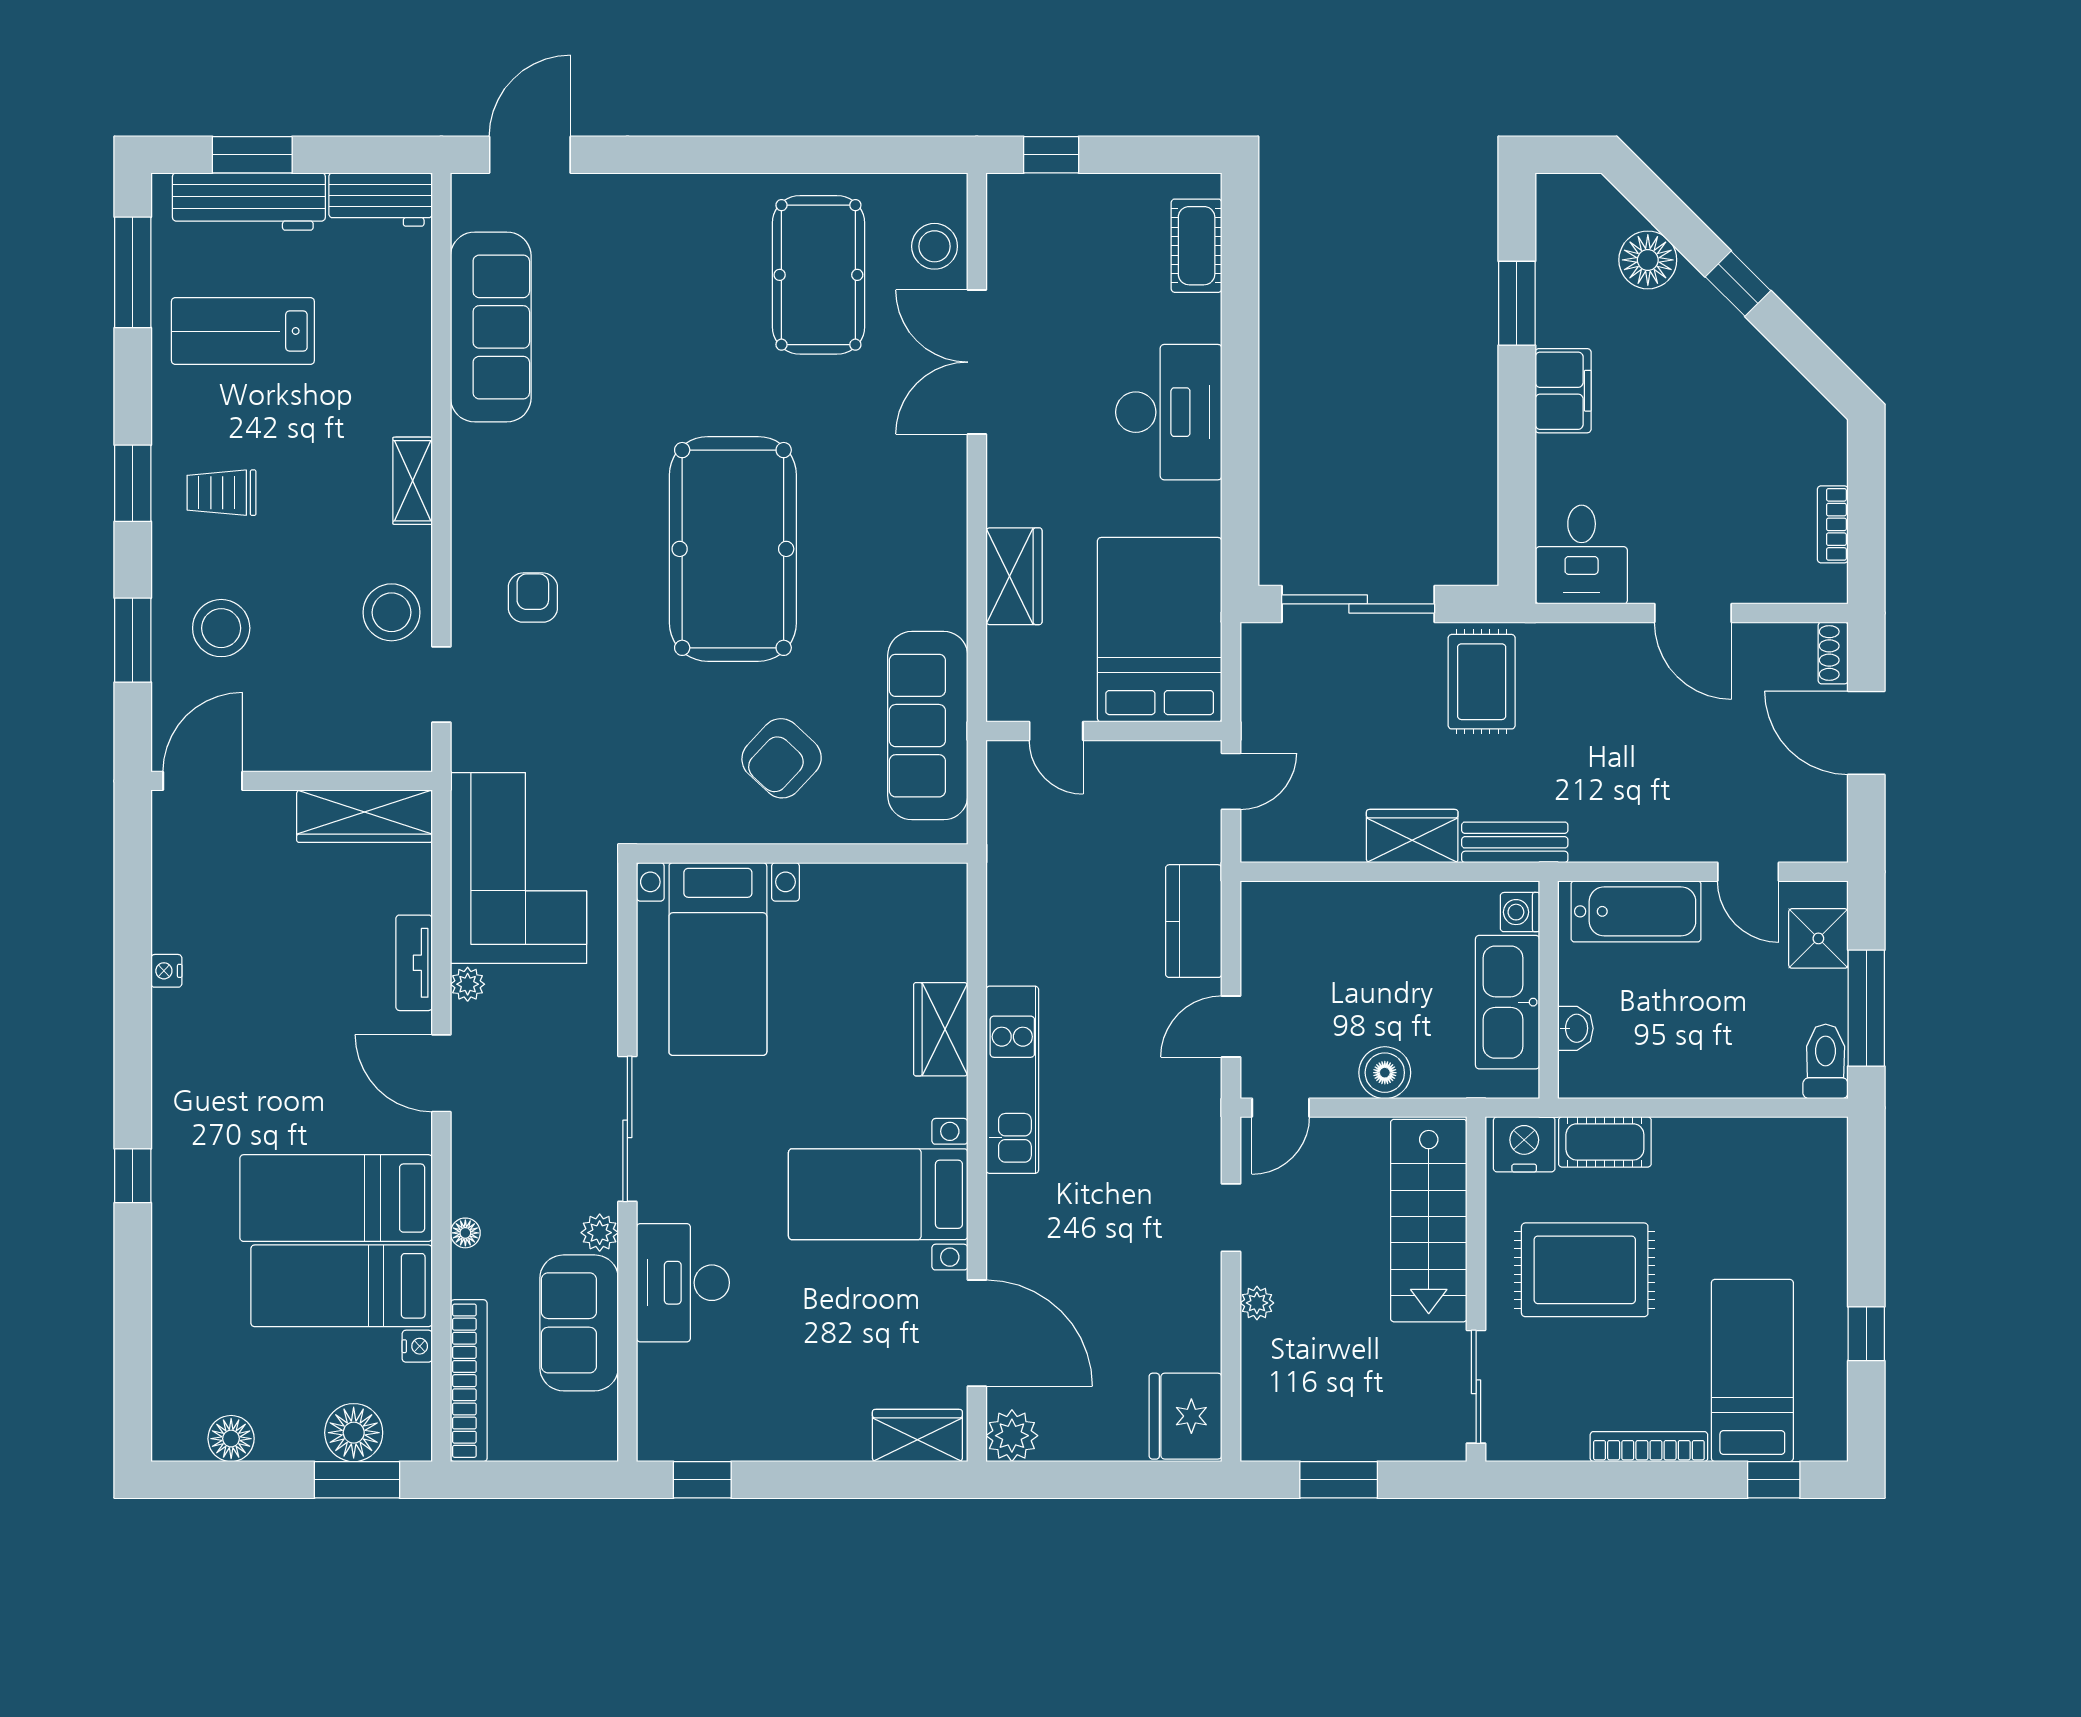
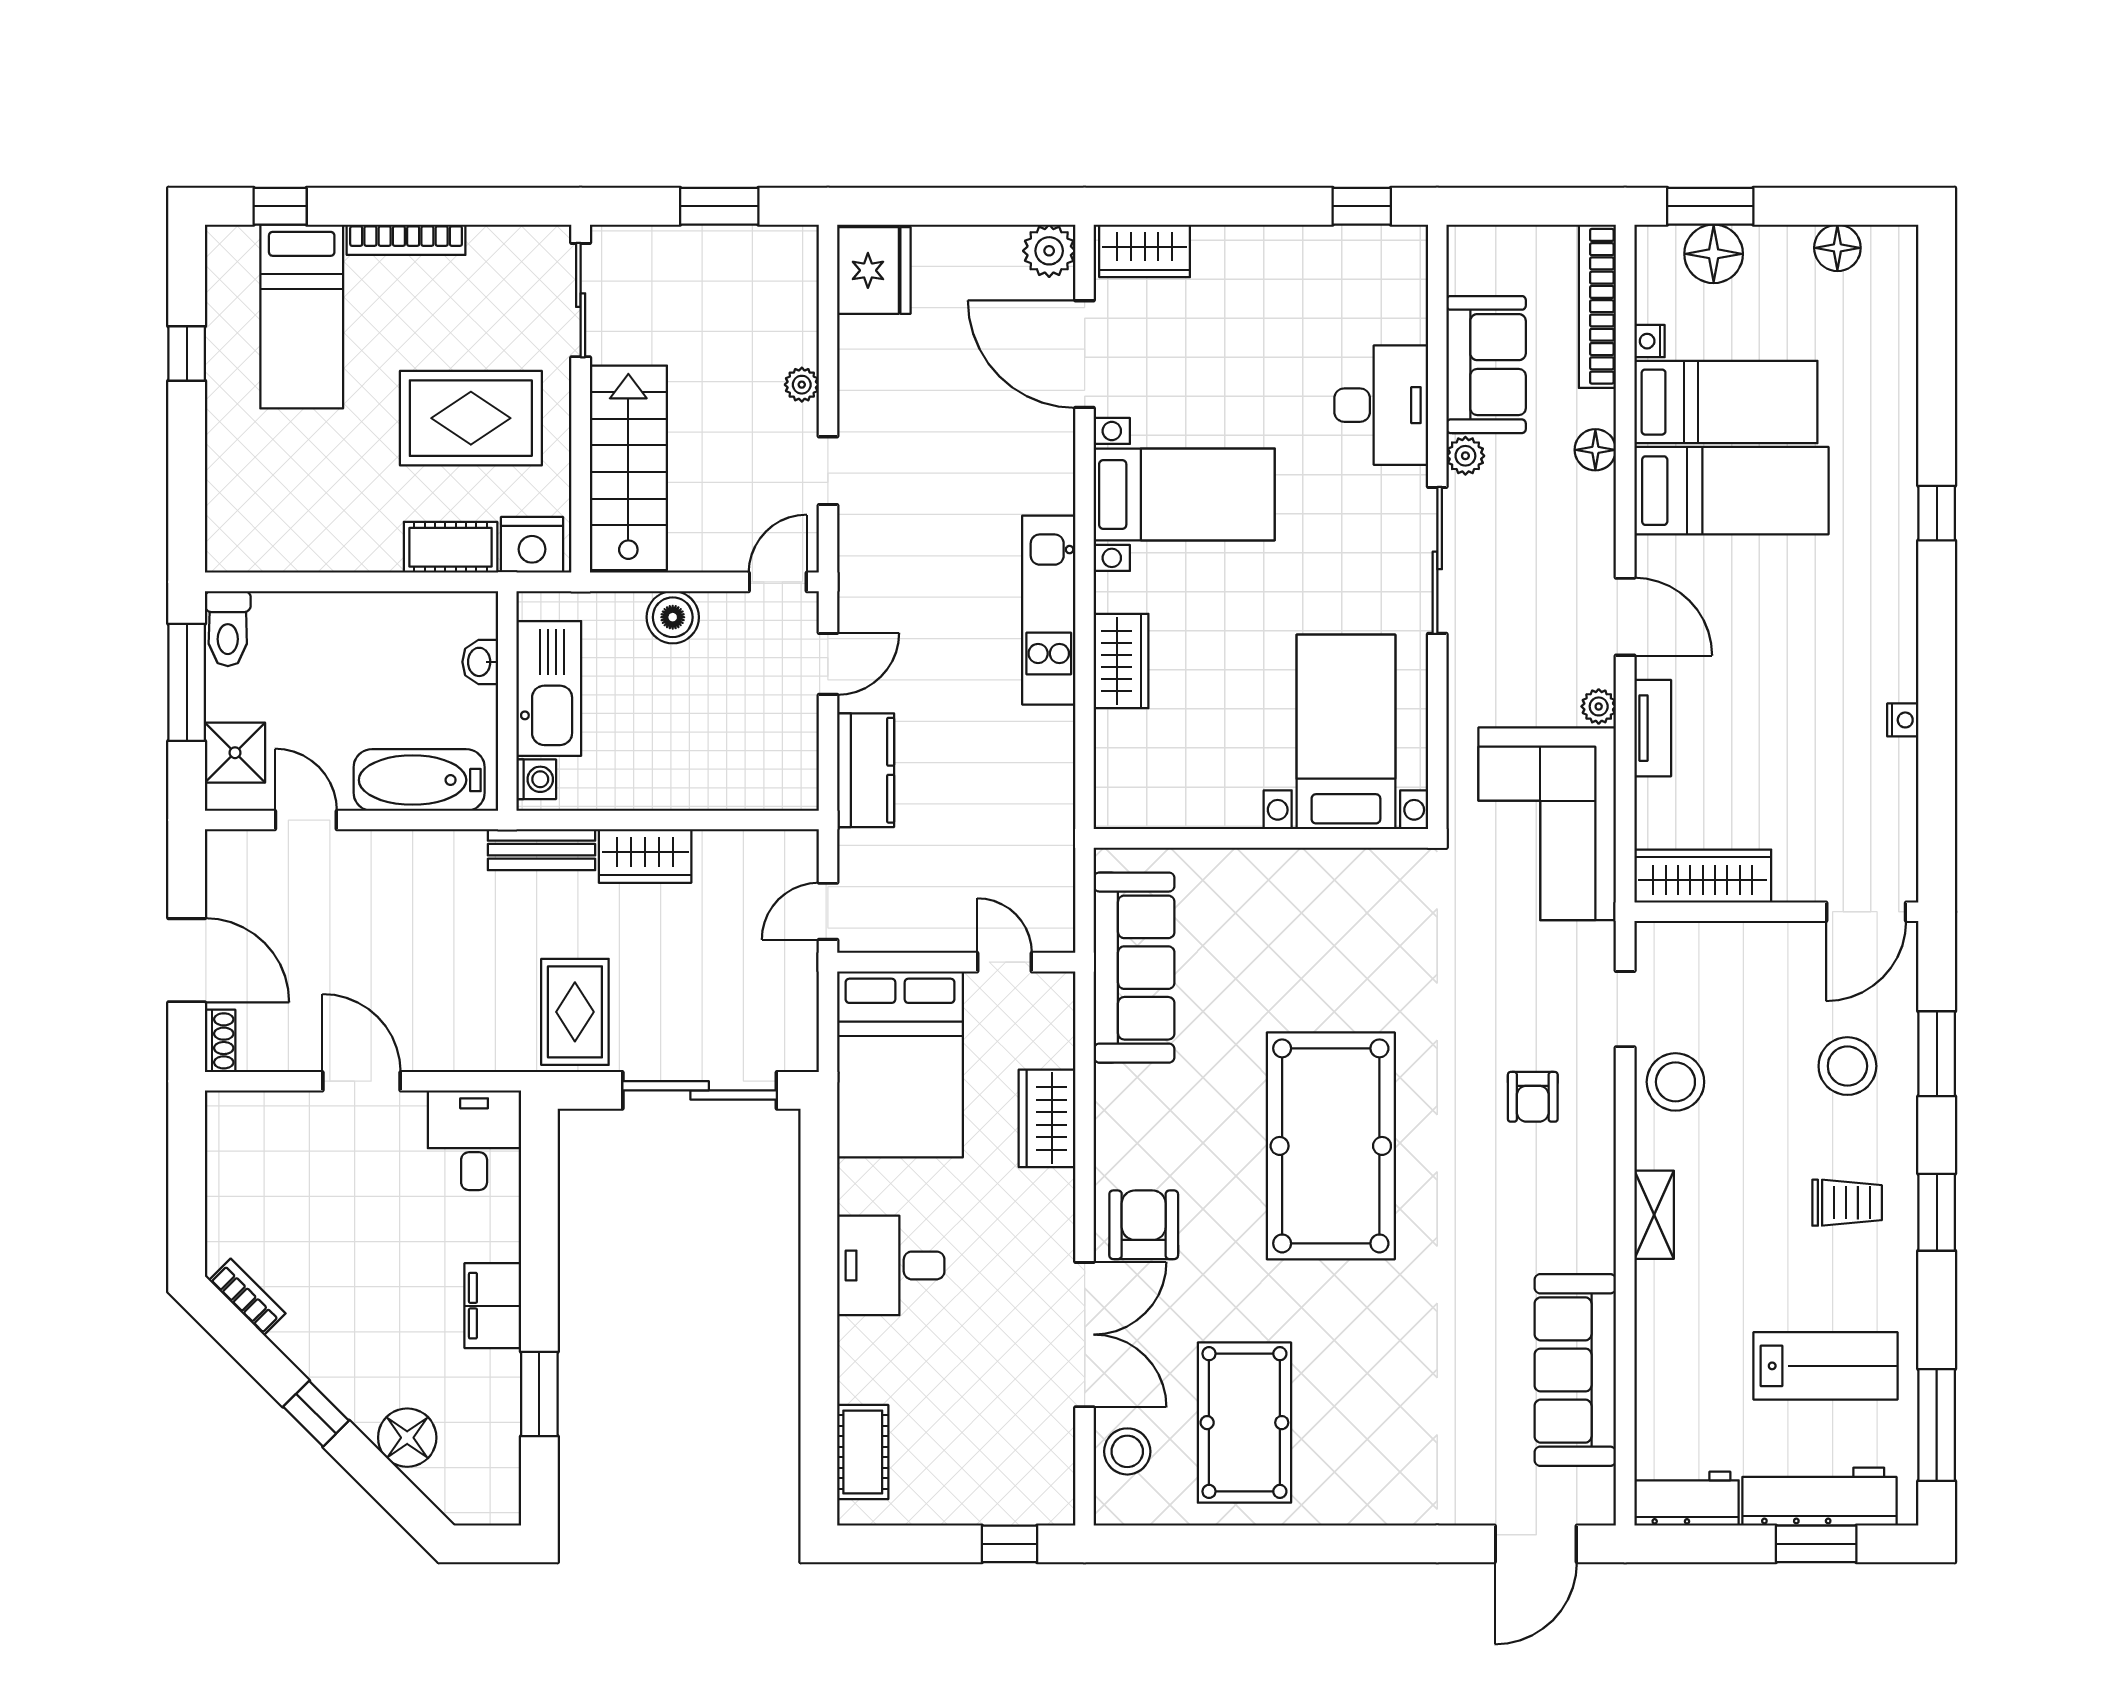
desk: (1169, 412) -> (891, 1265), width x0.73
bookcase: (1833, 524) -> (247, 1297), moved, turned -45
armchair: (782, 758) -> (1144, 1225), moved, turned -43
floor lamp: (465, 1233) -> (1595, 450), width x1.37, depth x1.37

